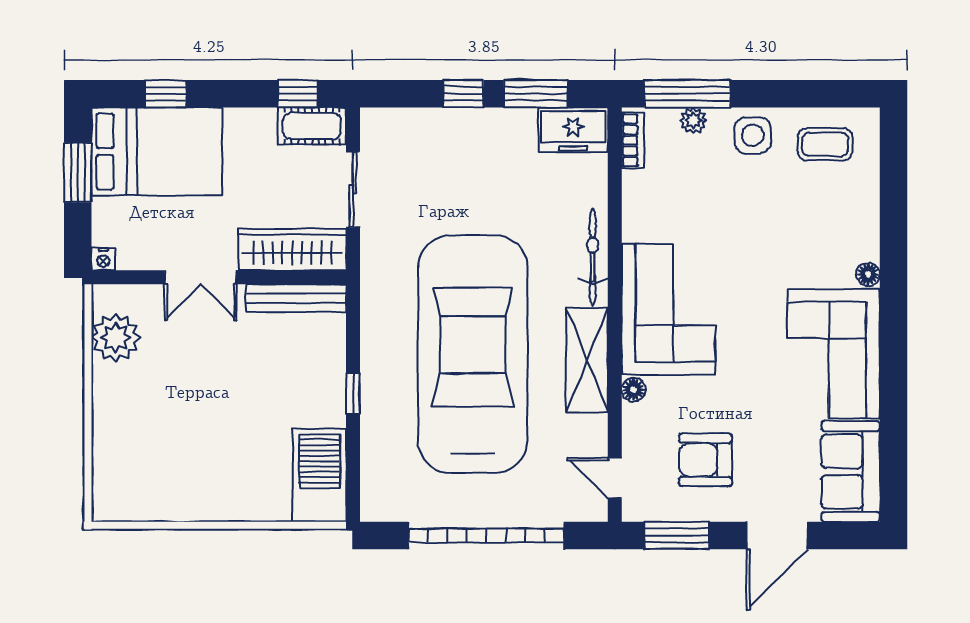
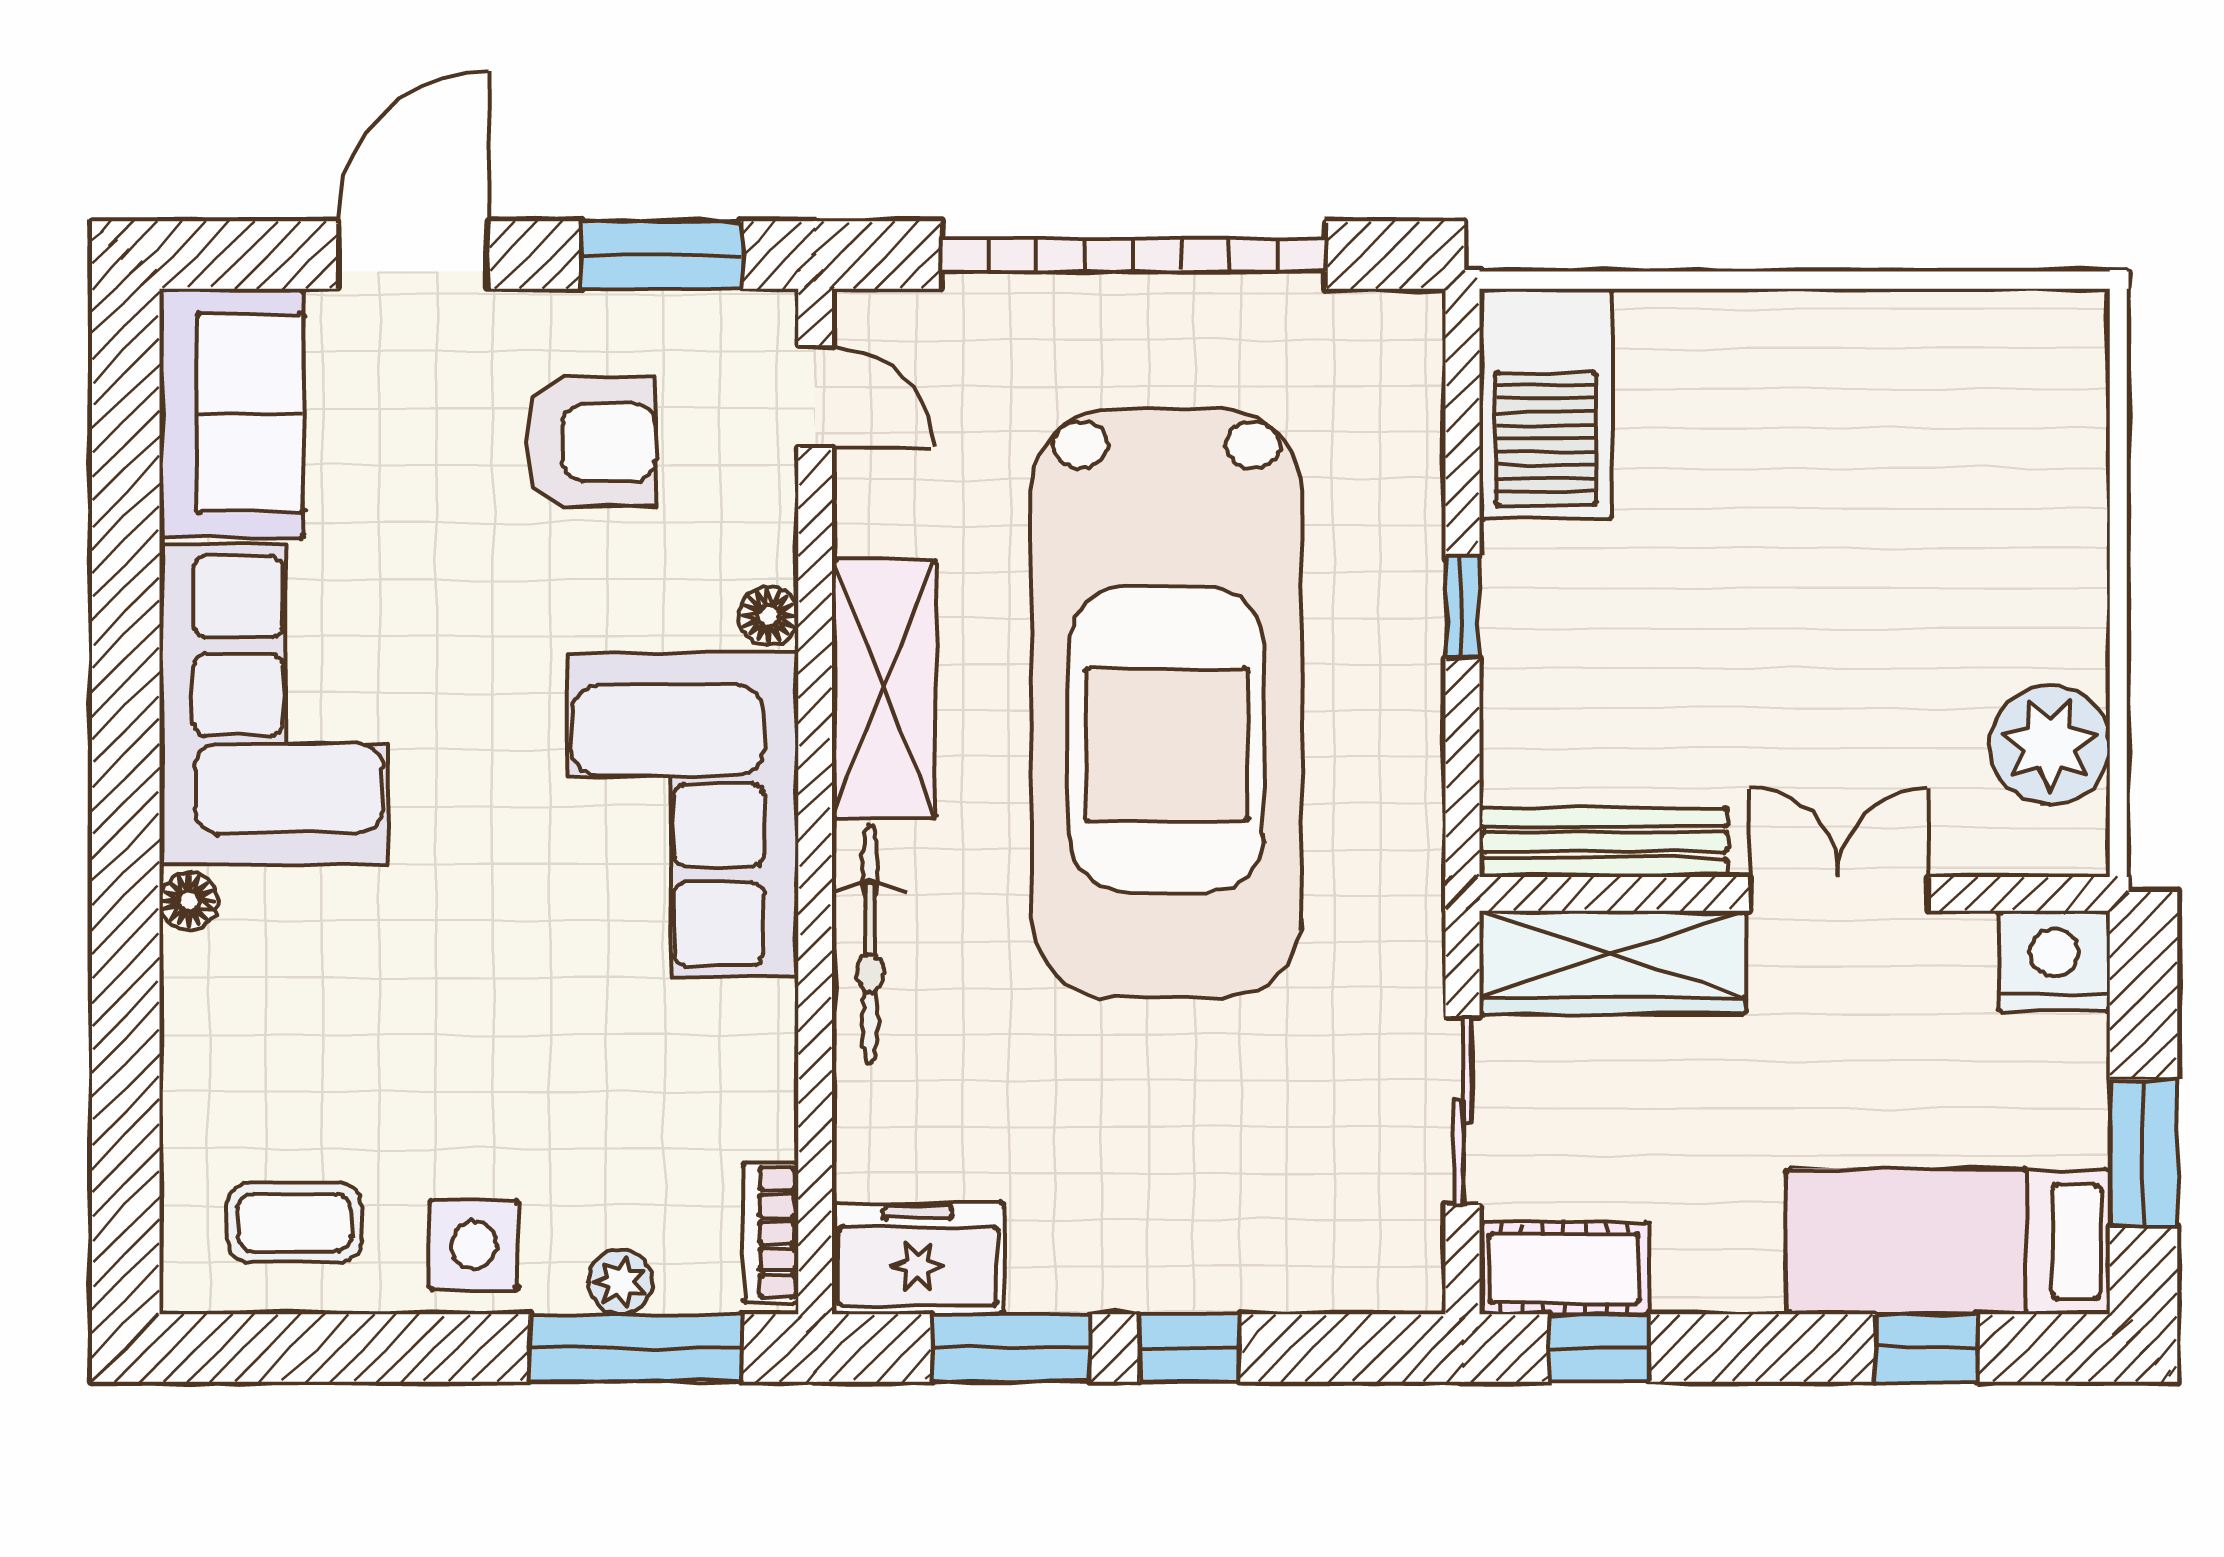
bed: (157, 151) -> (1948, 1241), width x0.67
nightstand: (103, 259) -> (2054, 961), width x1.89, depth x1.79

